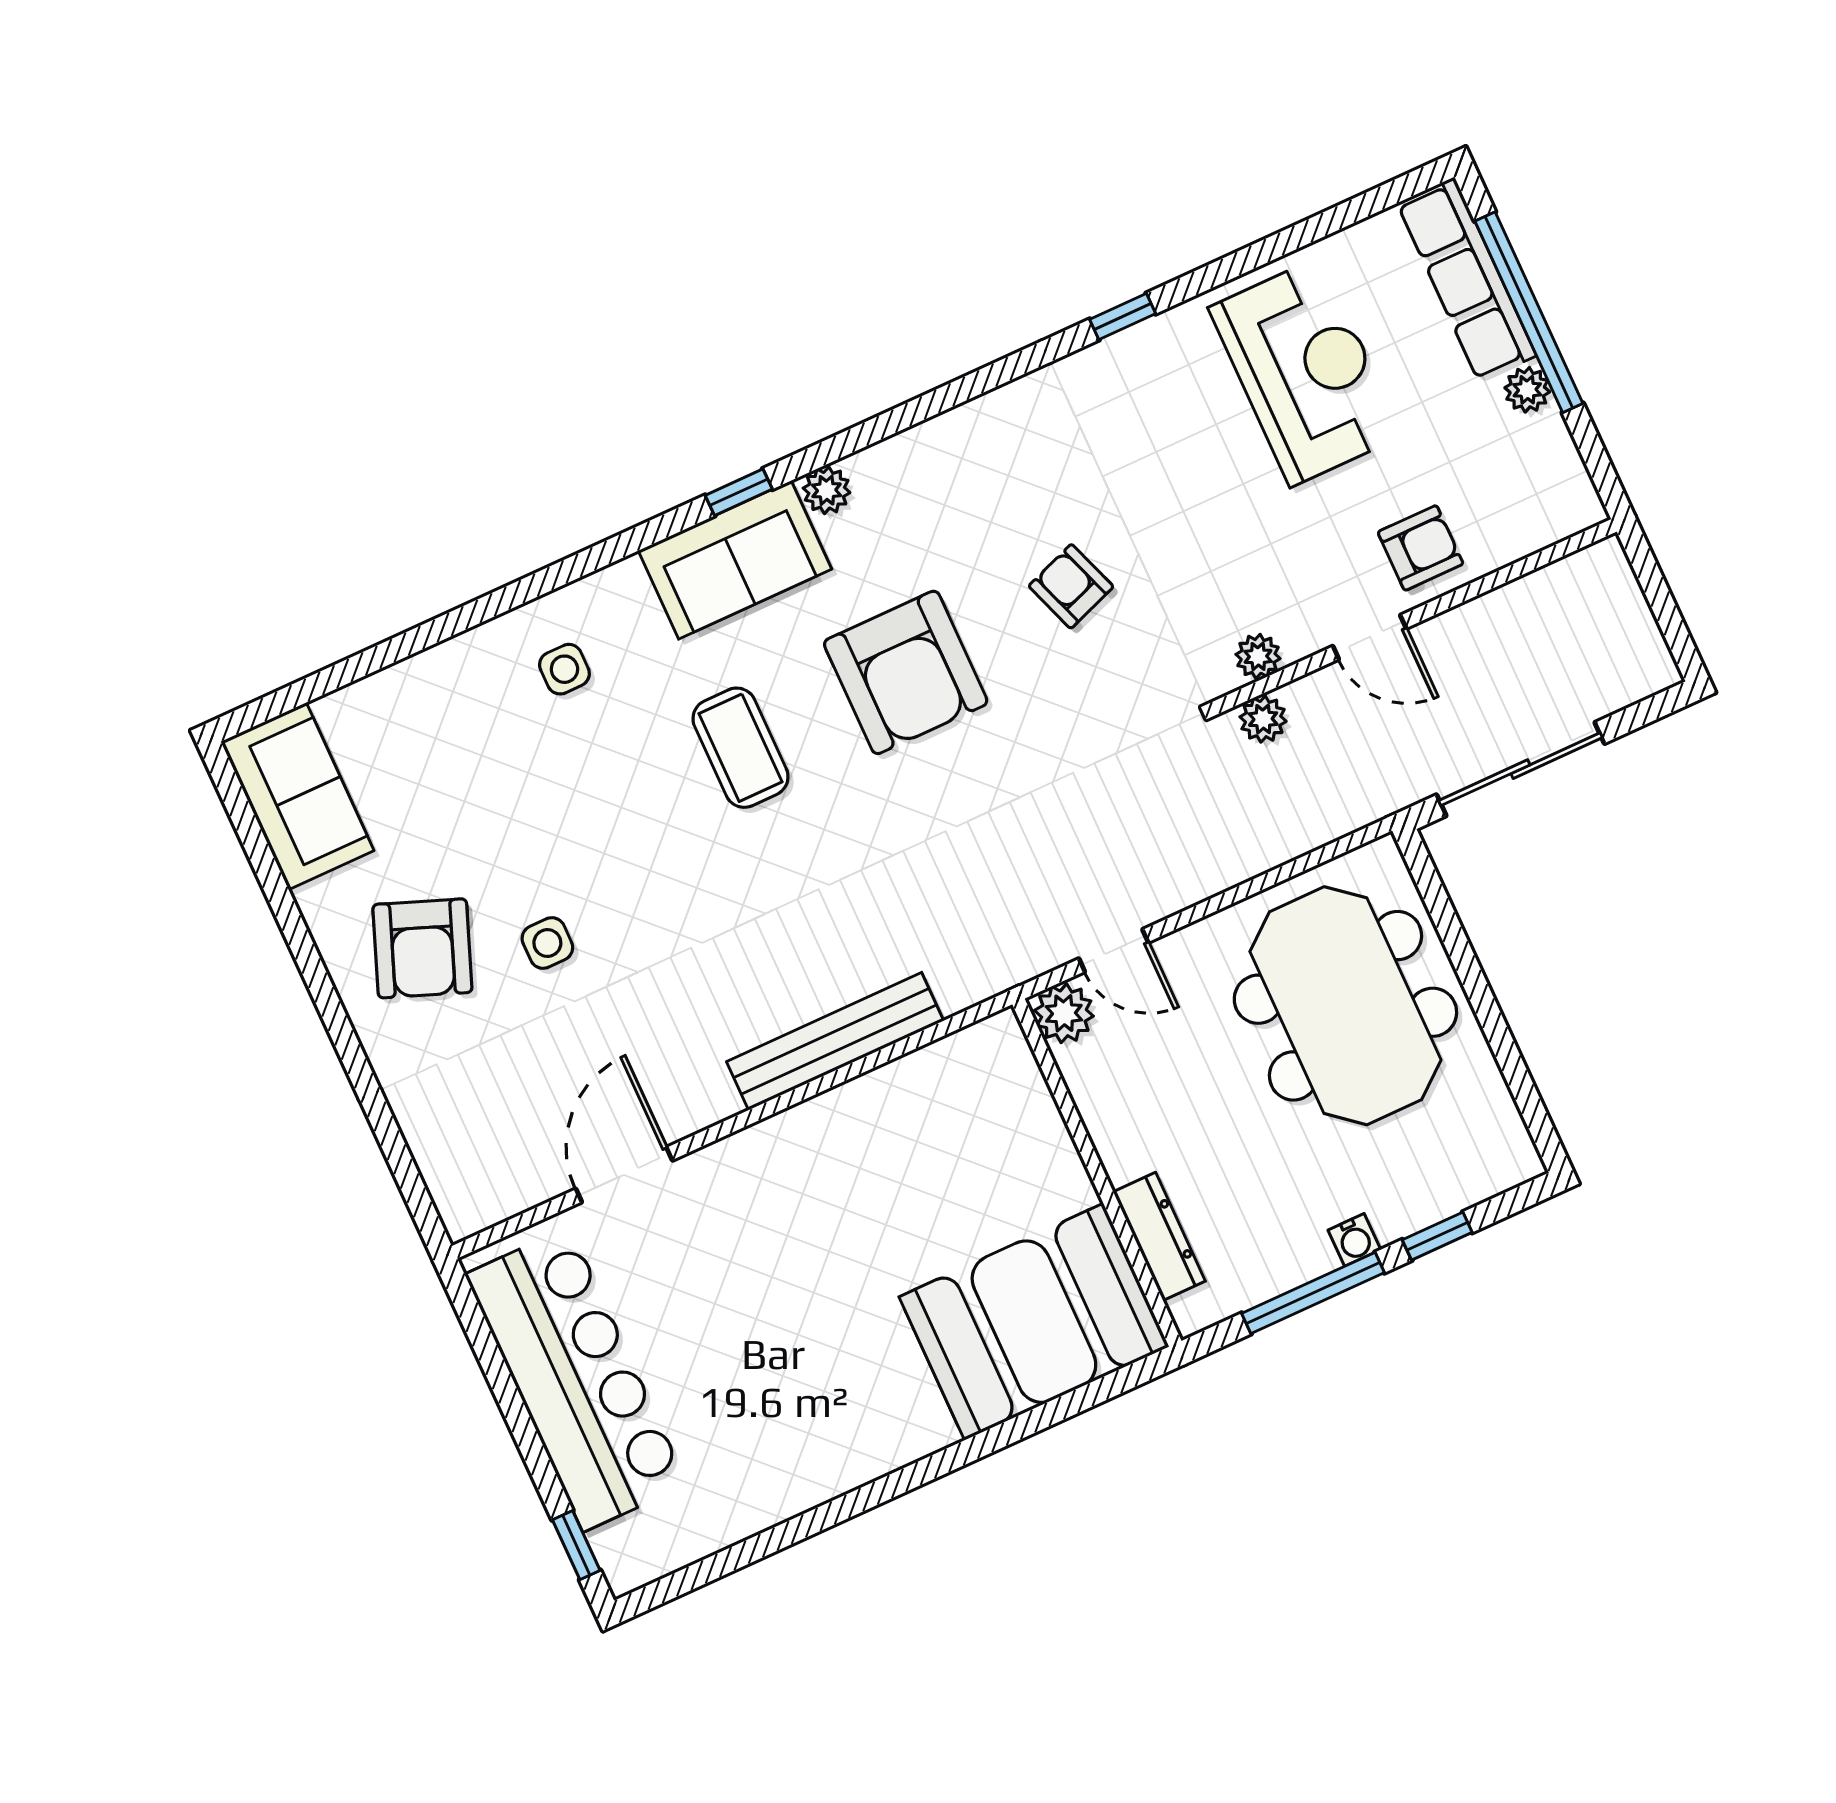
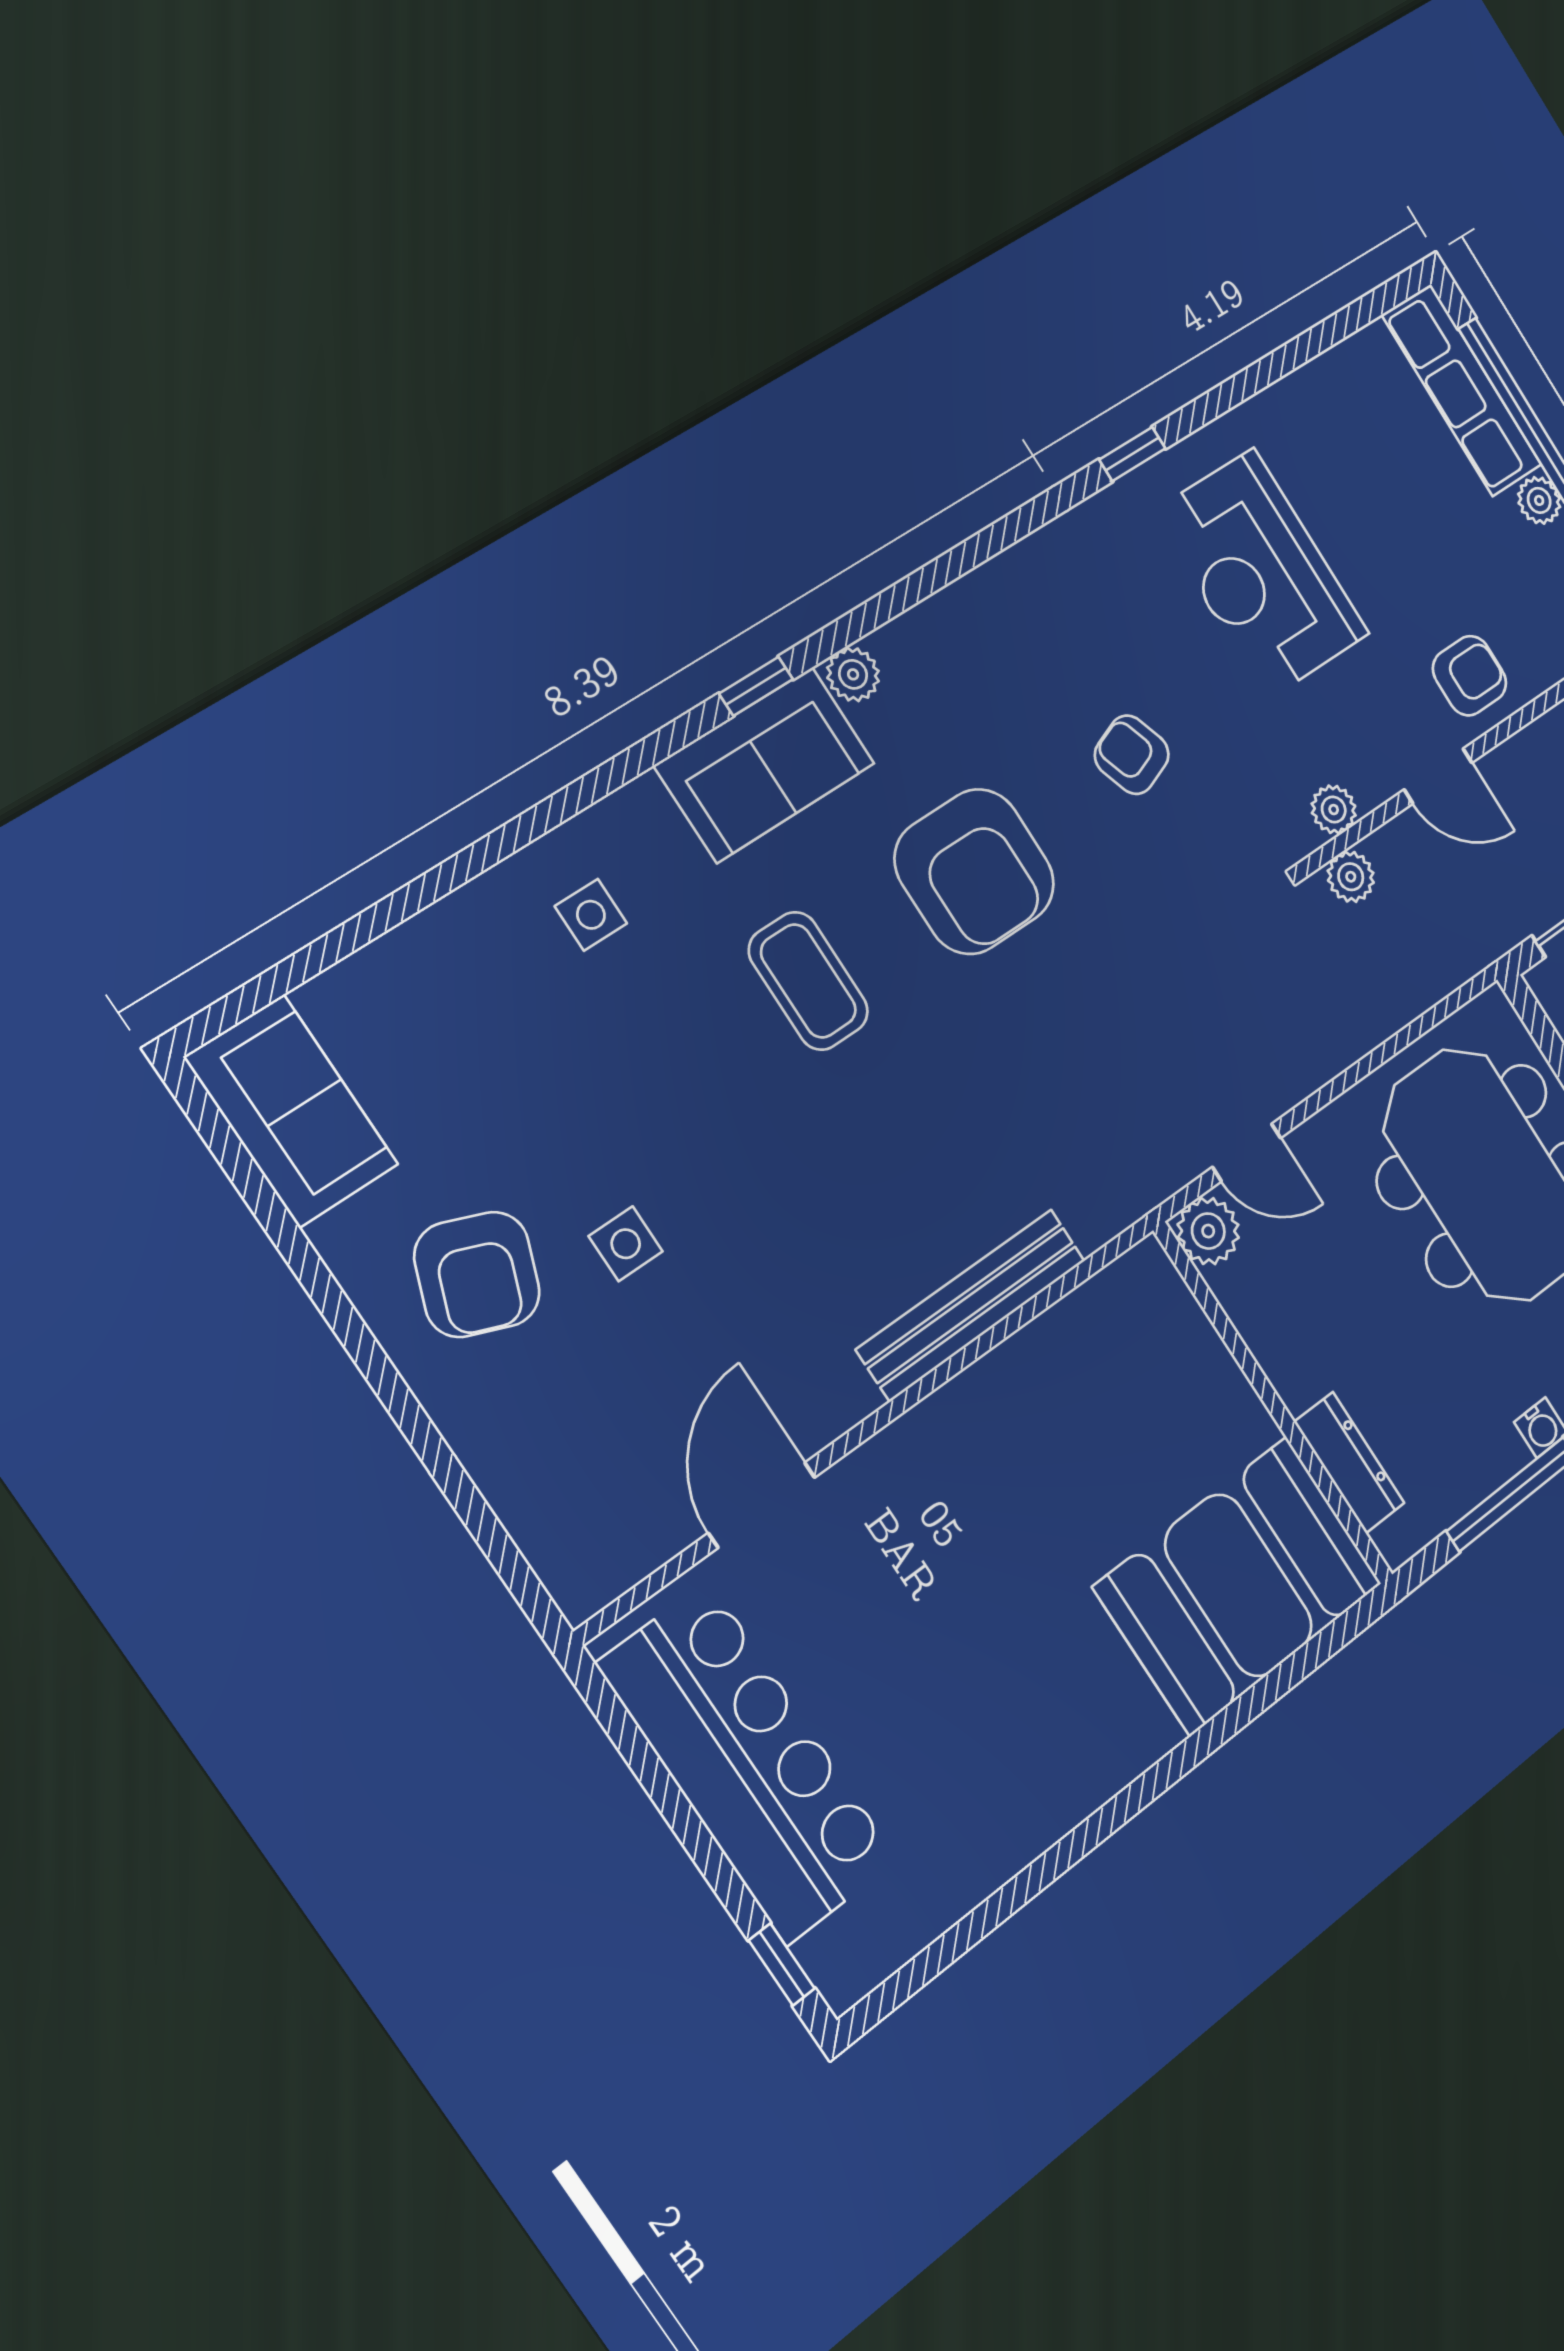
reception desk: (1305, 372) -> (1261, 574), moved, turned 180

